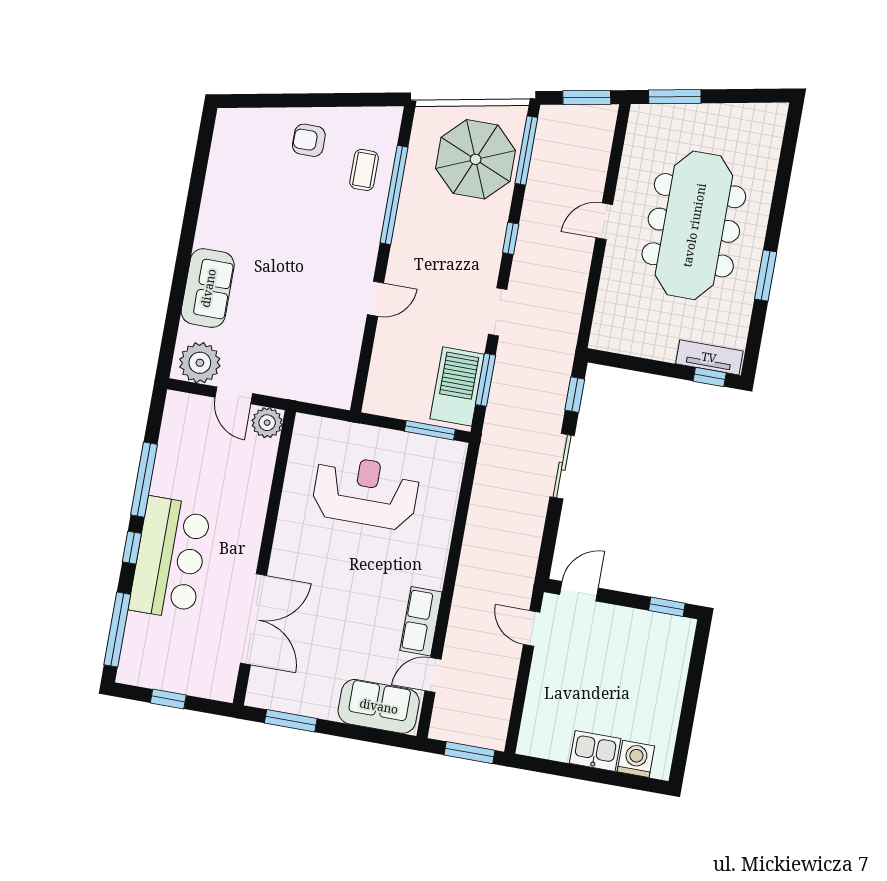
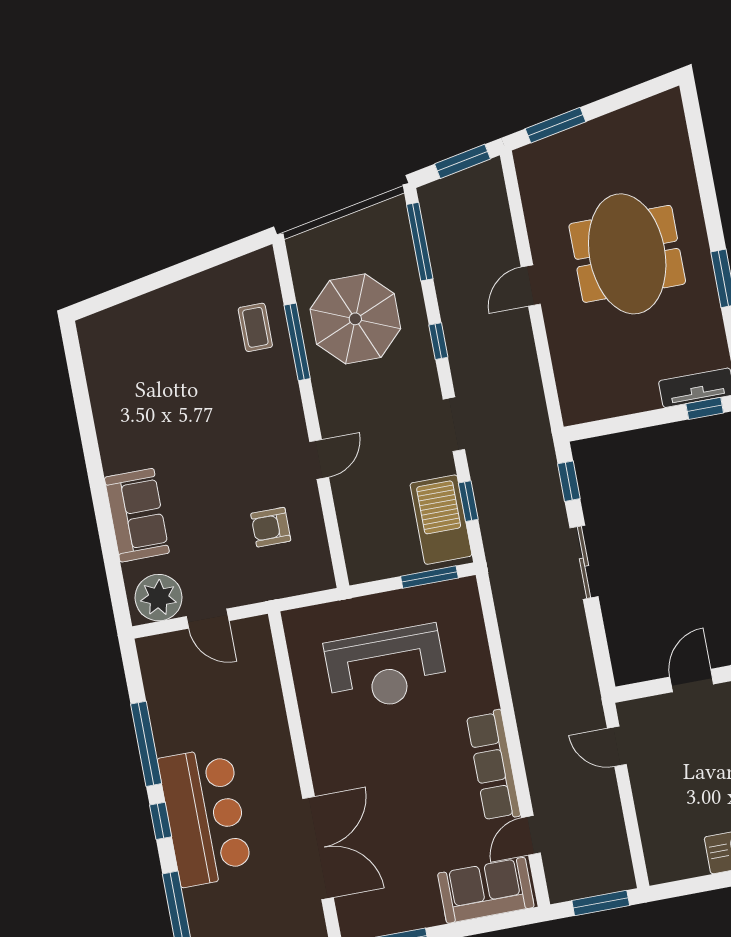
armchair: (309, 140) -> (271, 527), moved
parasol: (476, 159) -> (355, 319), moved
window: (394, 195) -> (297, 342), width x0.68
meeting table: (694, 225) -> (627, 254), width x0.73
window: (486, 380) -> (468, 501), width x0.67
plant: (267, 423) -> (254, 634), removed
reception desk: (366, 492) -> (386, 668), turned 180
door: (579, 591) -> (692, 680), moved
row of seats: (421, 621) -> (493, 766), width x1.48

